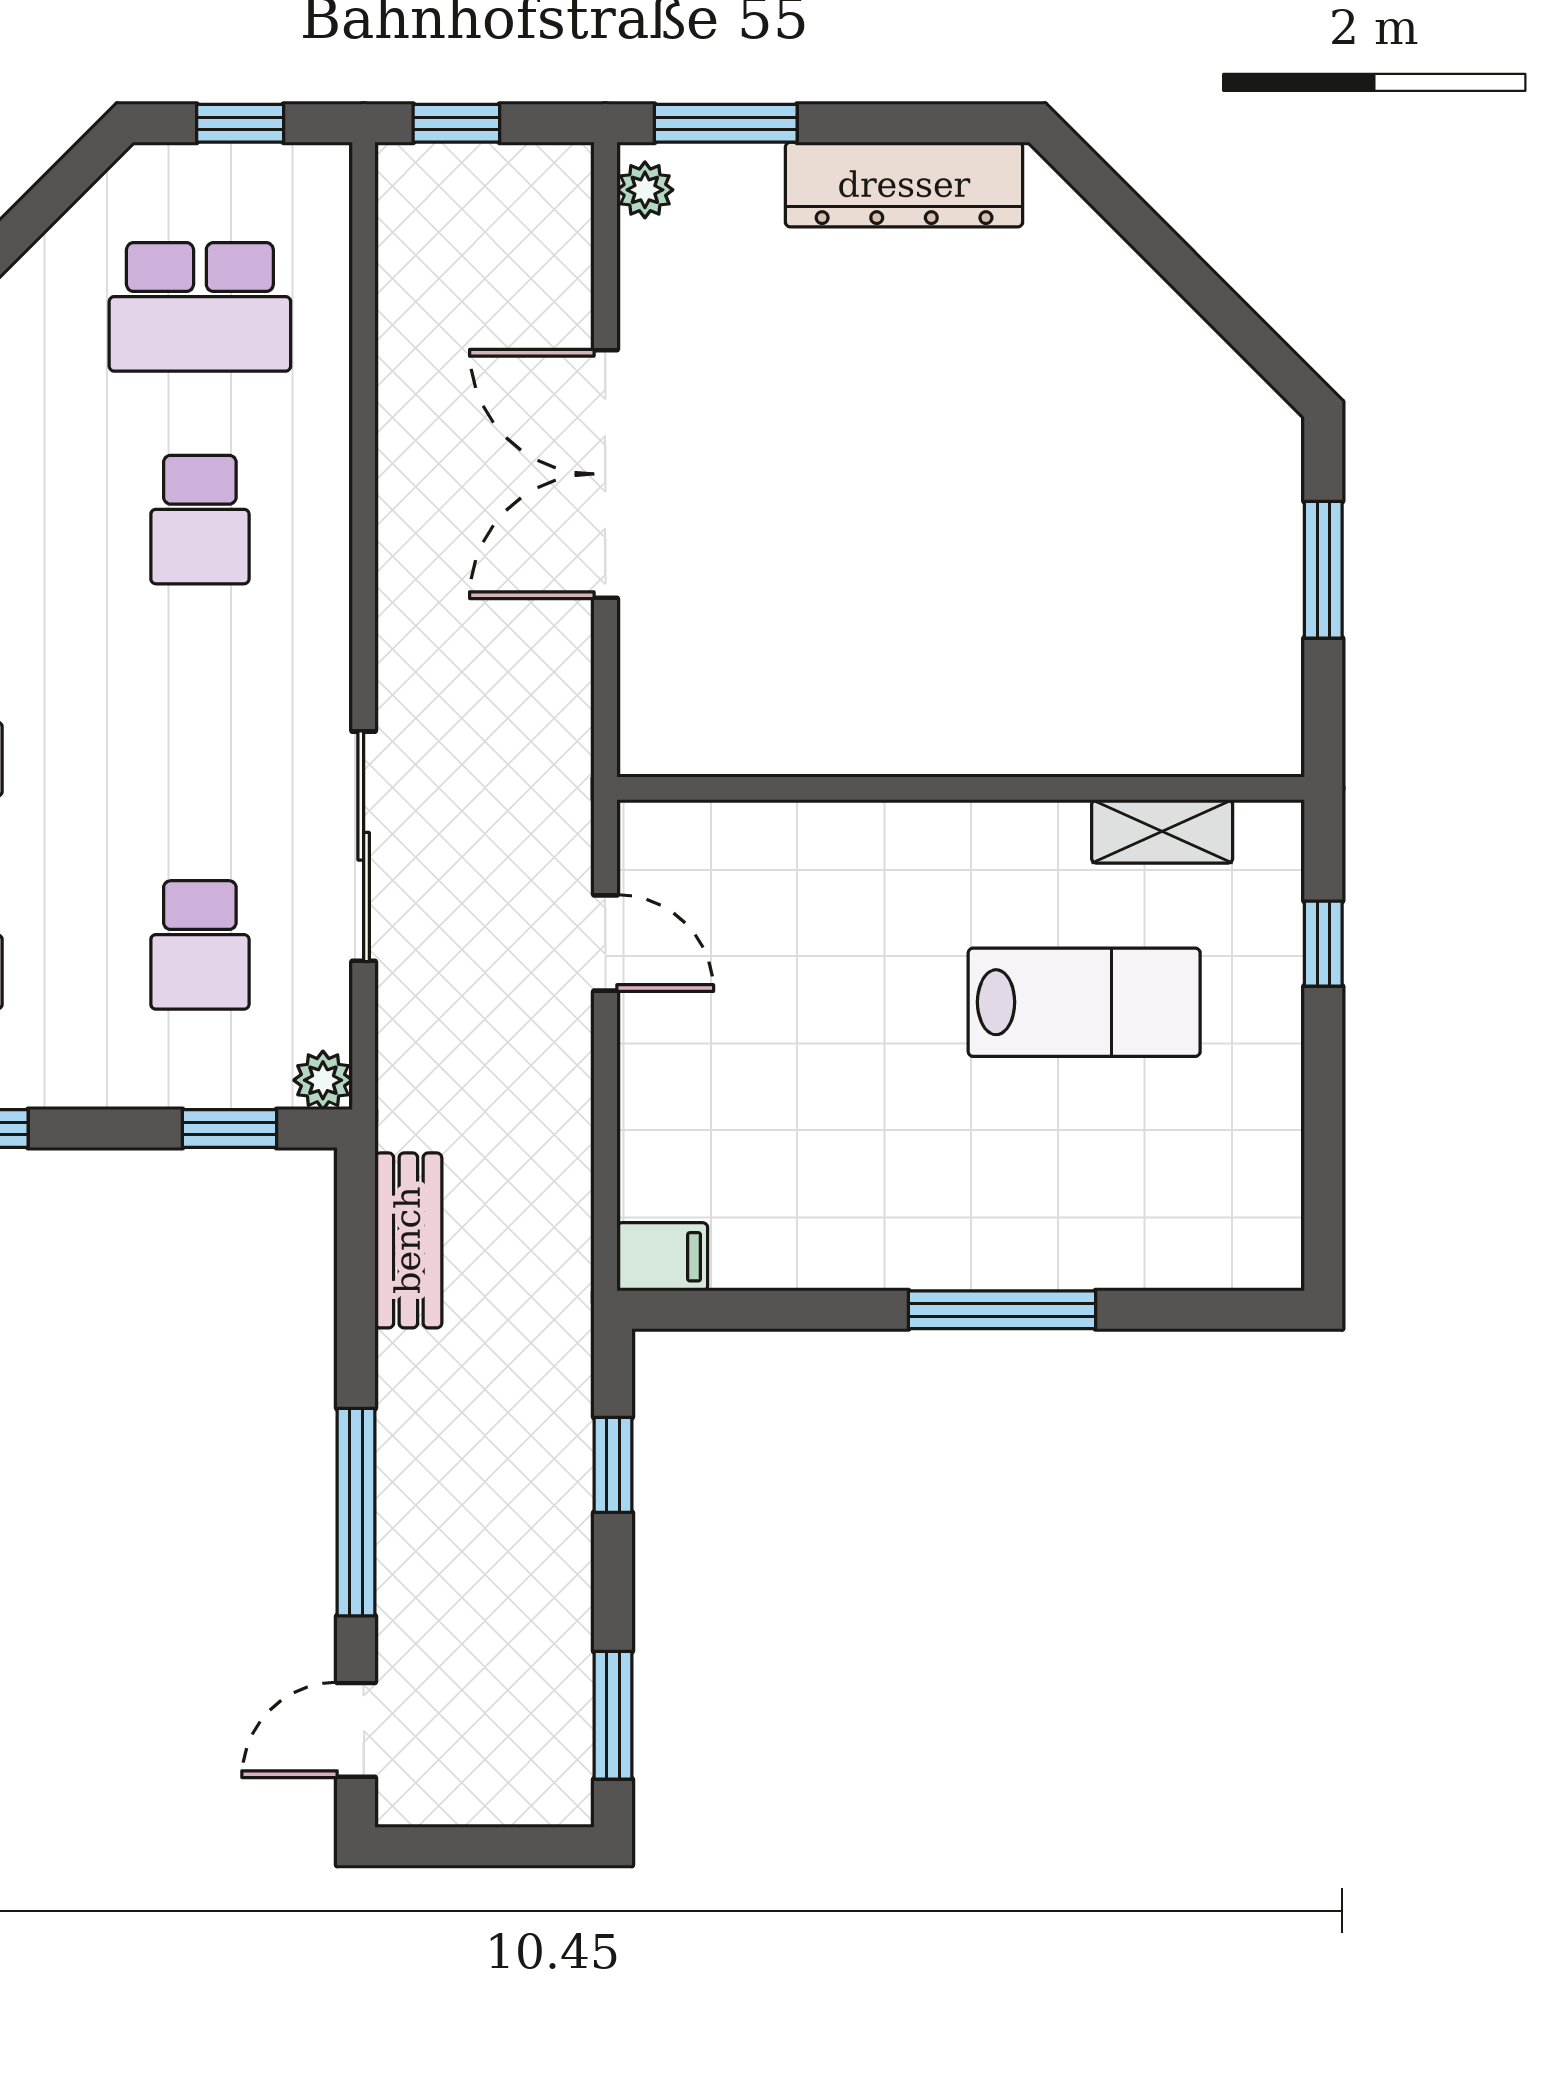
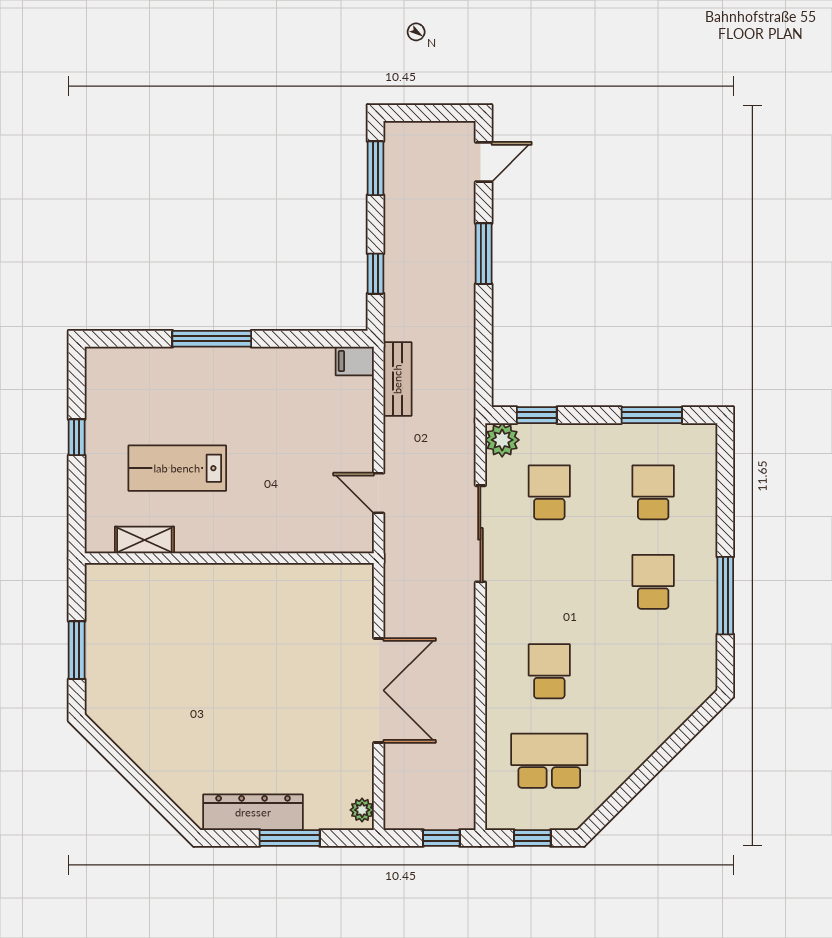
window: (726, 123) -> (290, 838), moved
window: (1323, 944) -> (77, 437), moved
plant: (323, 1080) -> (502, 440), width x1.38, depth x1.38
bench: (408, 1240) -> (397, 379), moved
window: (356, 1512) -> (484, 254), width x0.69

